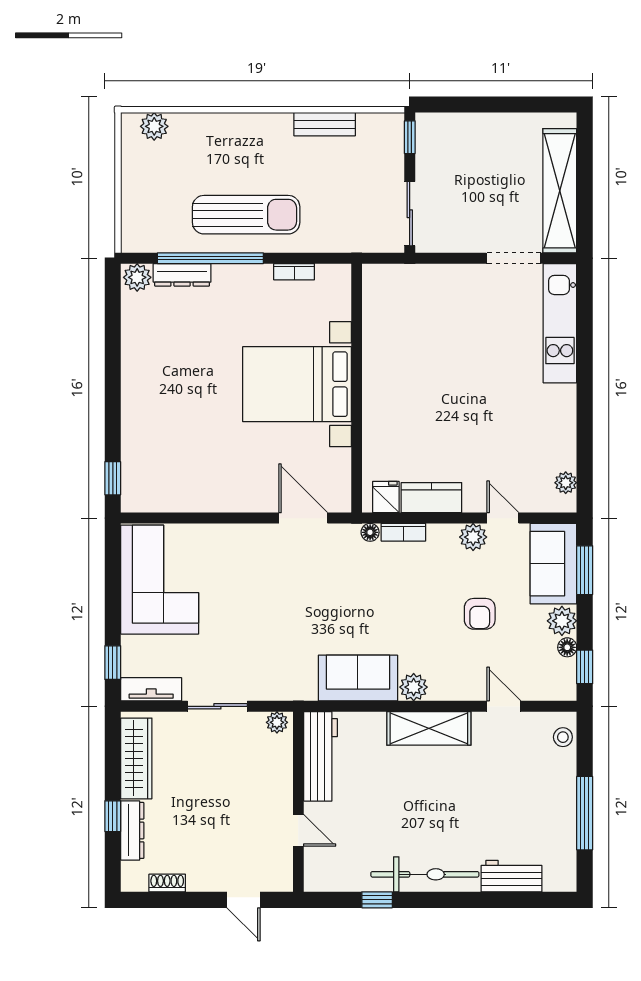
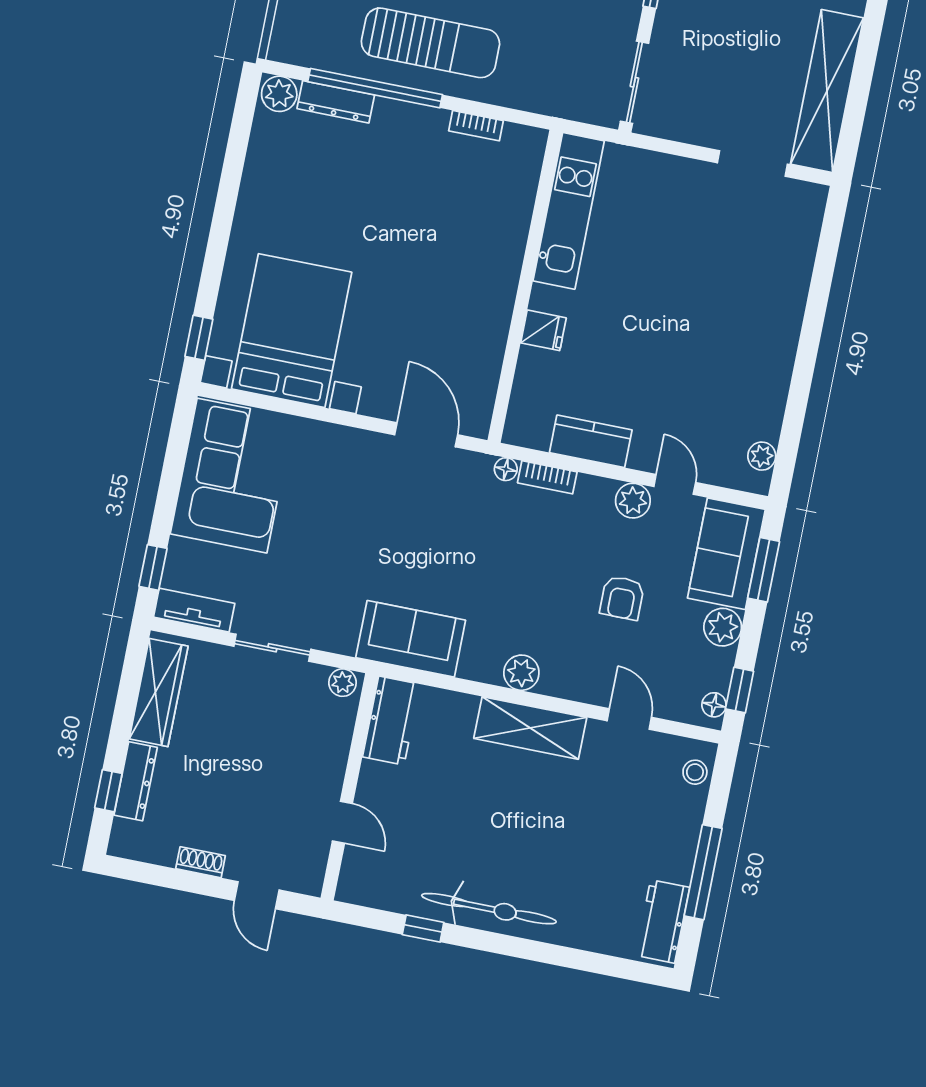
kitchen unit: (560, 323) -> (569, 211), moved, turned 180
bed with nightstands: (297, 384) -> (292, 331), moved, turned 90
fridge: (386, 497) -> (543, 330), moved, turned 90
floor lamp: (567, 647) -> (714, 705), moved
sofa: (358, 678) -> (411, 639), moved
workbench: (320, 756) -> (391, 721), width x0.73
window: (113, 816) -> (108, 791), moved
workbench: (511, 876) -> (663, 921), moved, turned -90
shoe rack: (167, 883) -> (201, 862), moved

